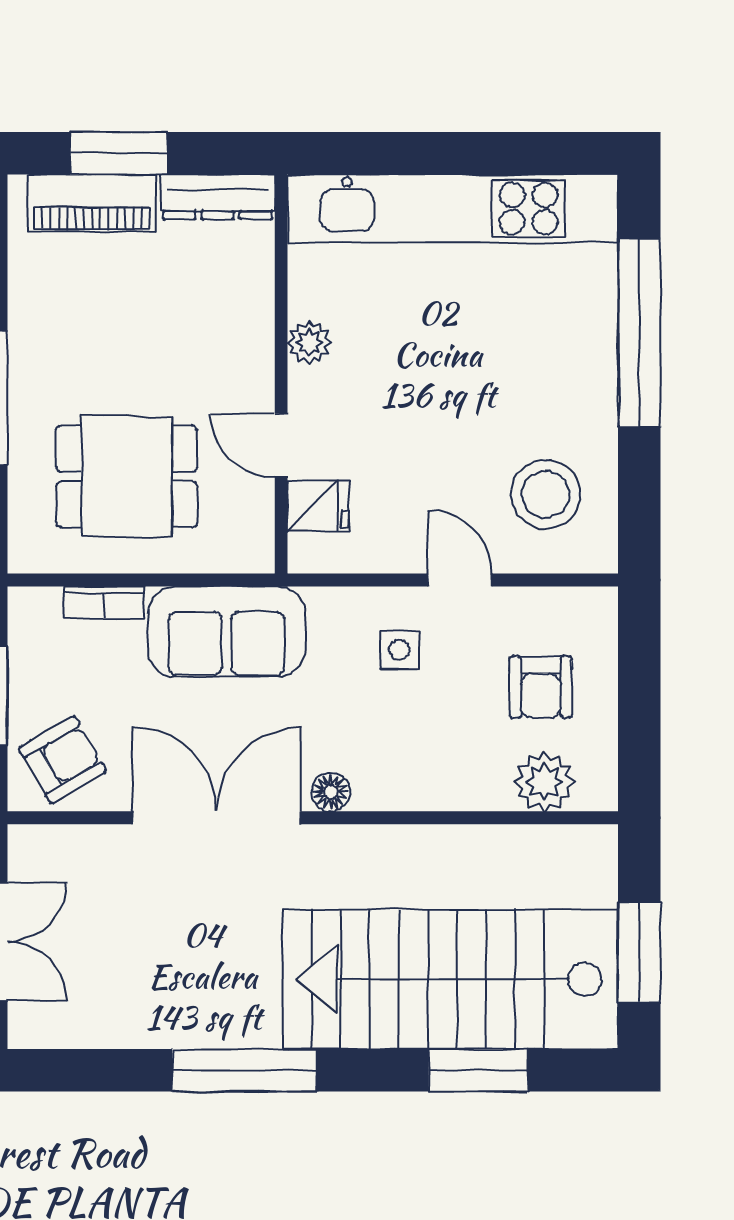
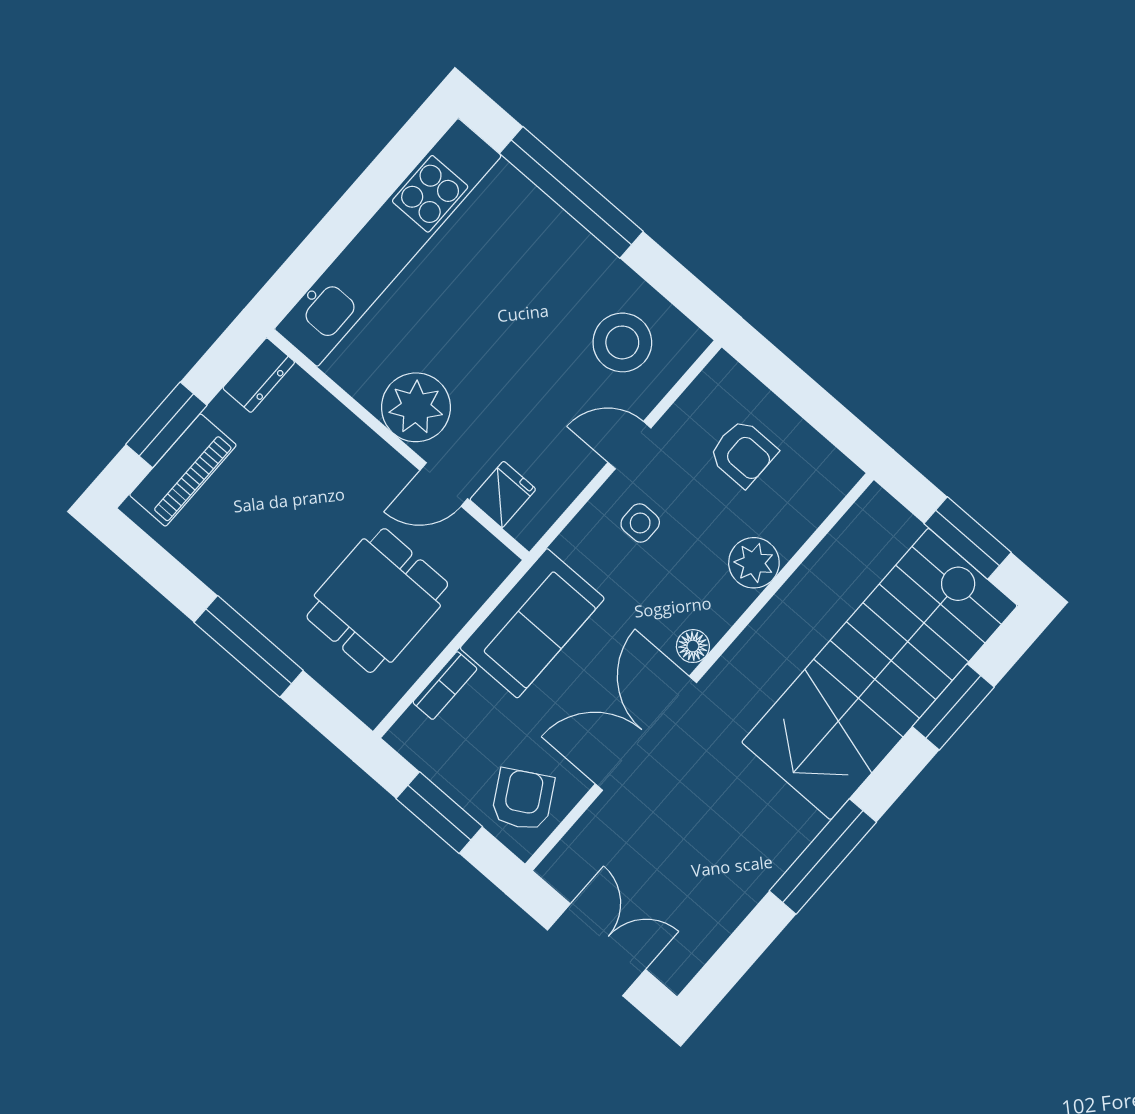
dresser: (217, 197) -> (259, 375), width x0.70
plant: (309, 342) -> (416, 407), width x1.88, depth x1.88
plant: (545, 782) -> (754, 563), moved

